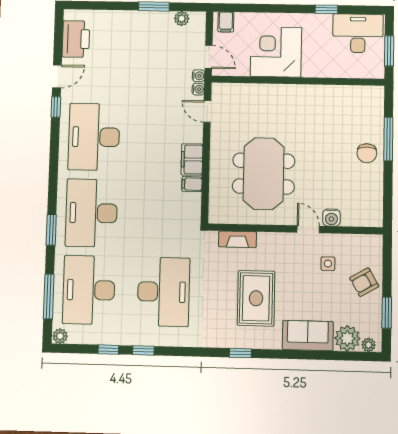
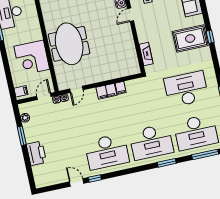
printer: (76, 39) -> (36, 153), moved, turned 90
meeting table: (264, 174) -> (69, 44), moved, turned 90
rug: (256, 298) -> (190, 38), moved

